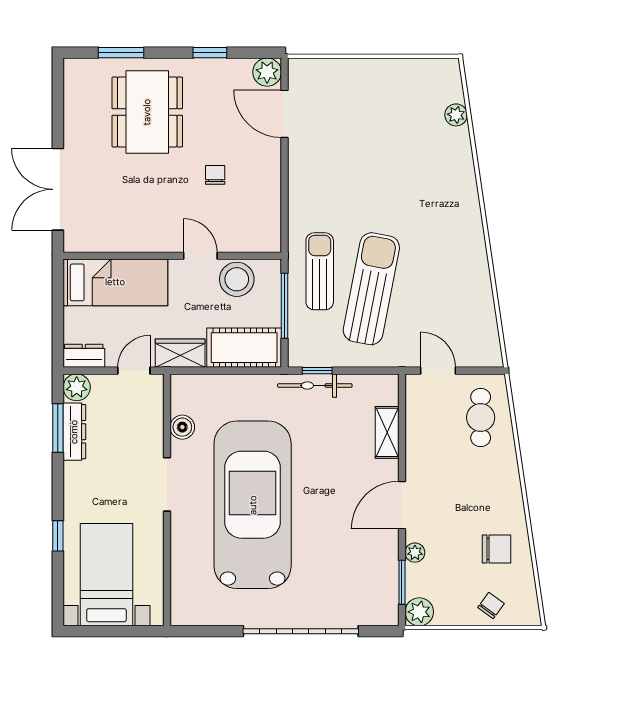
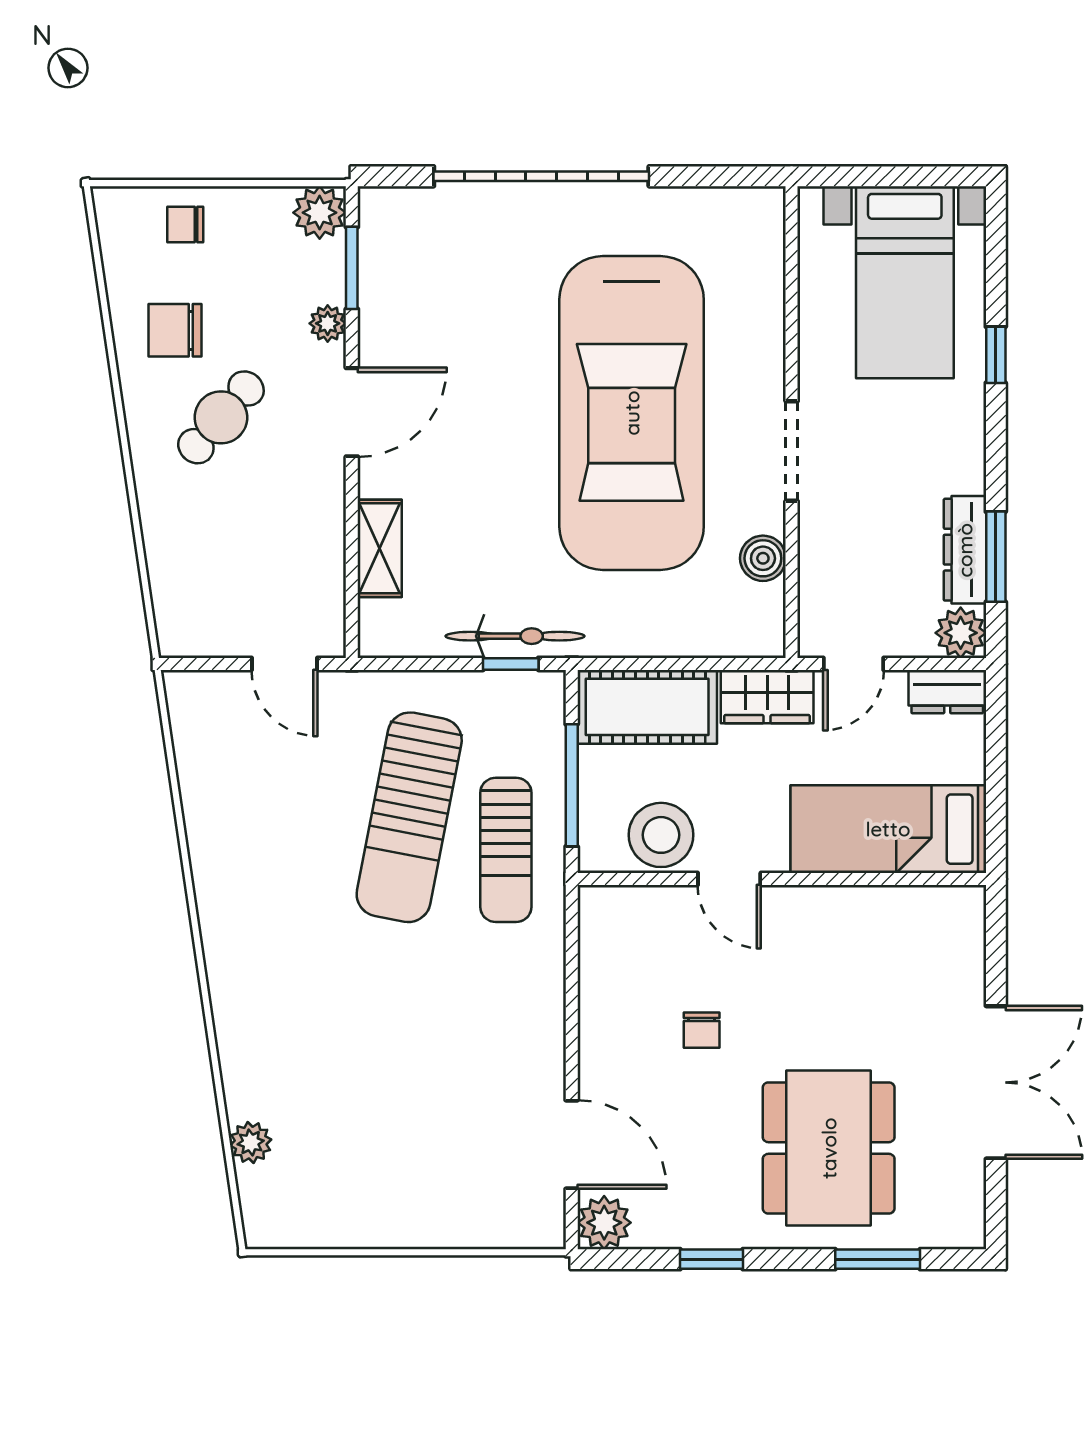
double door: (58, 189) -> (996, 1082), moved
cafe table: (481, 417) -> (221, 417), moved, turned 41
chair: (491, 606) -> (185, 224), turned 54

